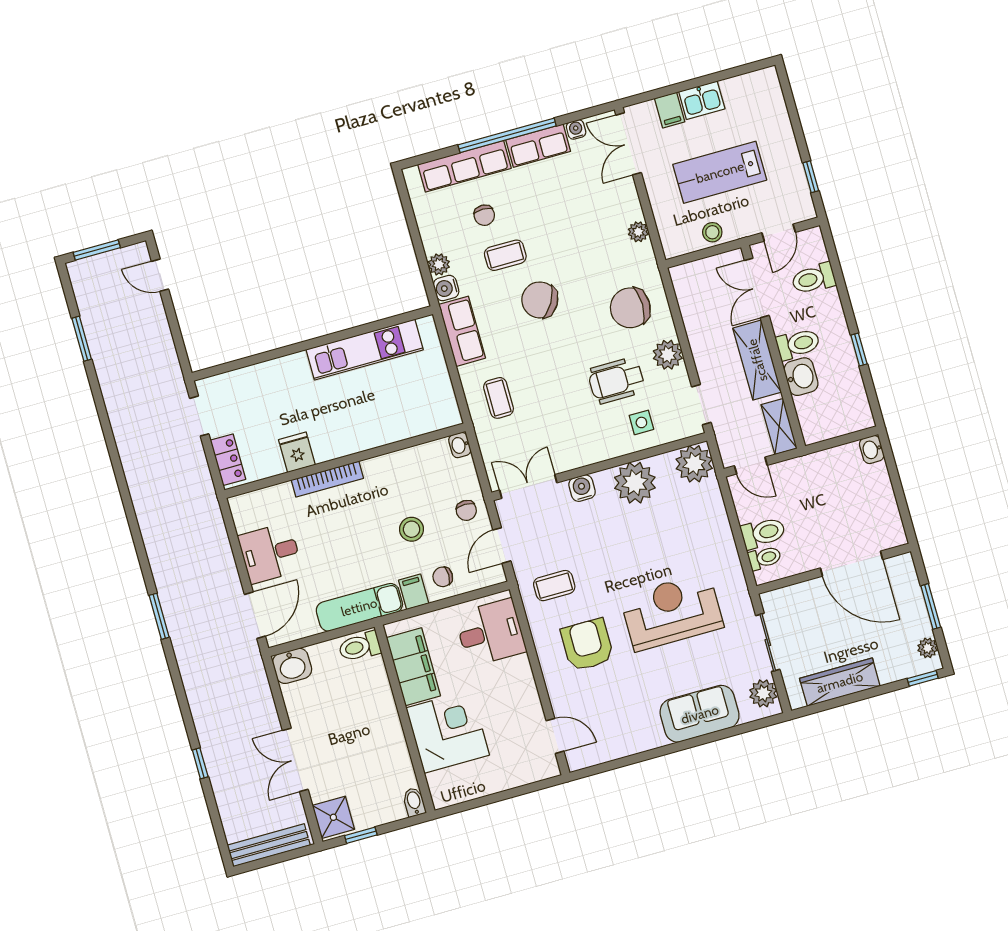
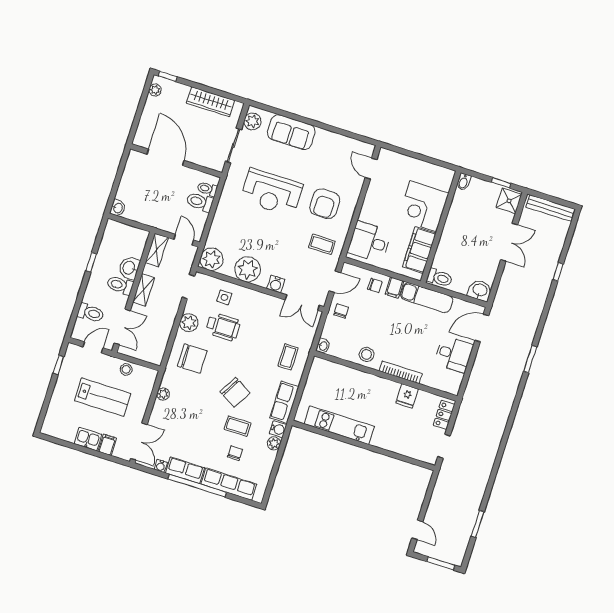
shelving: (757, 360) -> (144, 290), width x0.67, depth x0.75
stool: (412, 529) -> (367, 354), moved
window: (931, 606) -> (140, 110), removed

